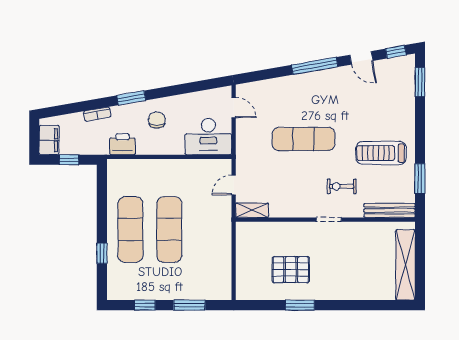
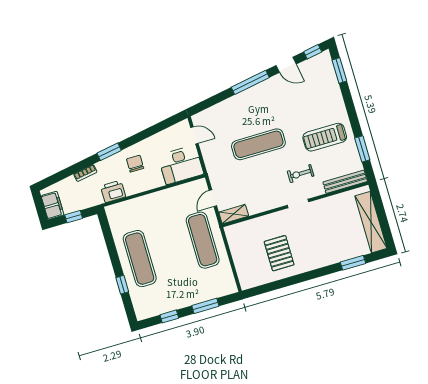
exercise mat: (169, 229) -> (203, 240), moved
pallet: (291, 270) -> (279, 253), turned 90
window: (300, 305) -> (353, 263), moved

